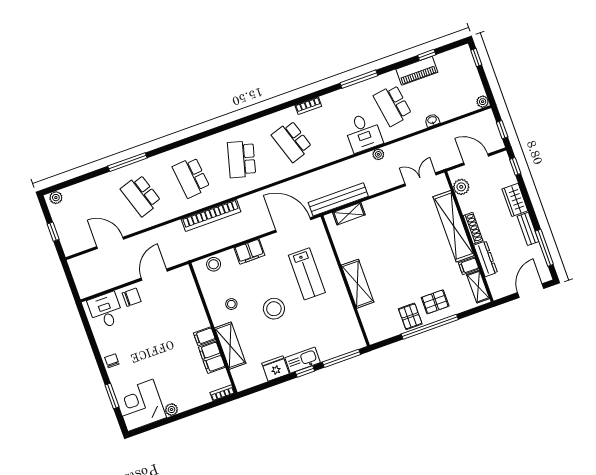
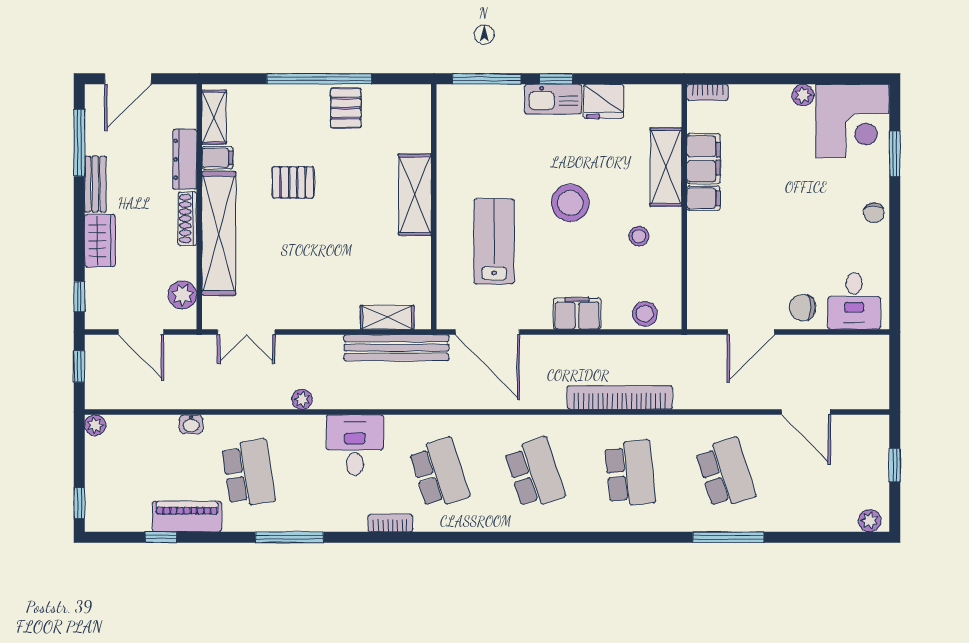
desk: (363, 133) -> (355, 445), moved
school desk: (242, 159) -> (535, 473), turned -33
pallet: (435, 302) -> (293, 182), moved

